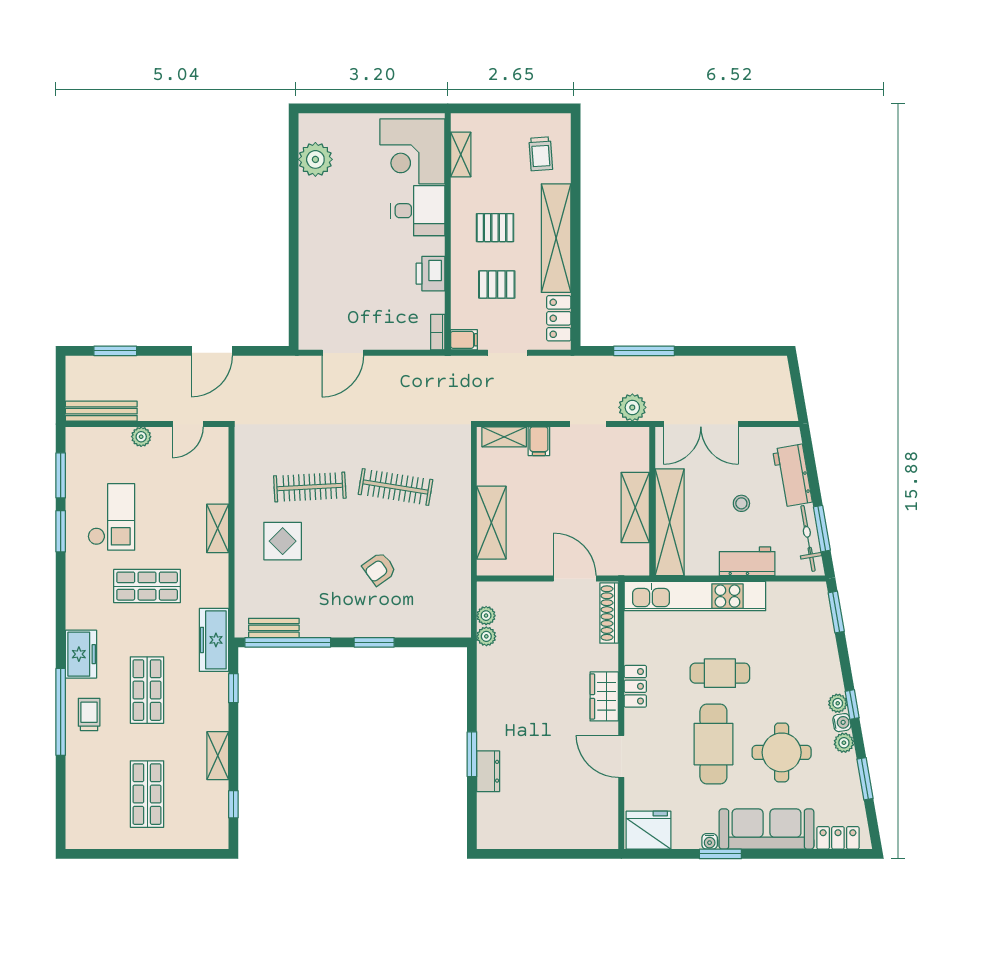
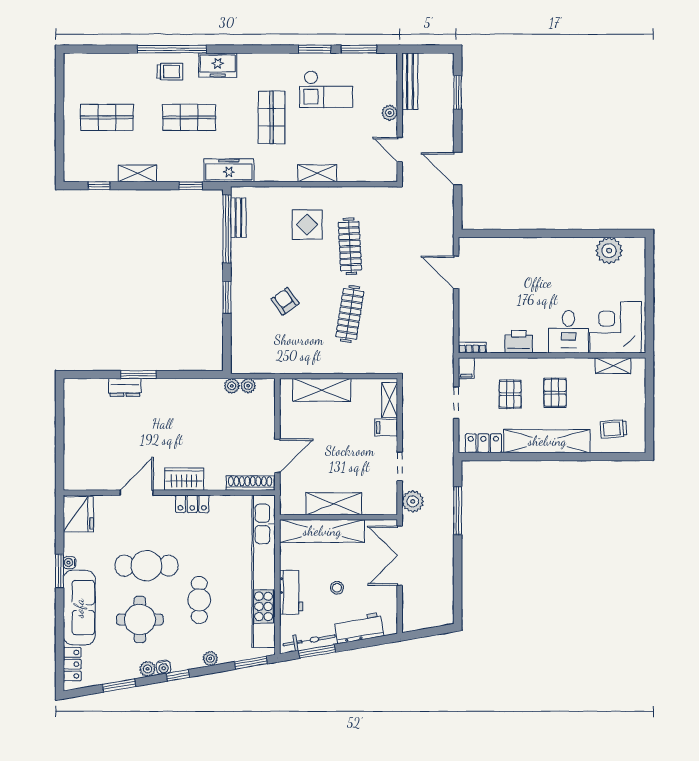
kitchen unit: (695, 596) -> (264, 571), width x1.36
cafe table: (720, 673) -> (199, 600), moved
plant: (838, 703) -> (210, 658), moved

